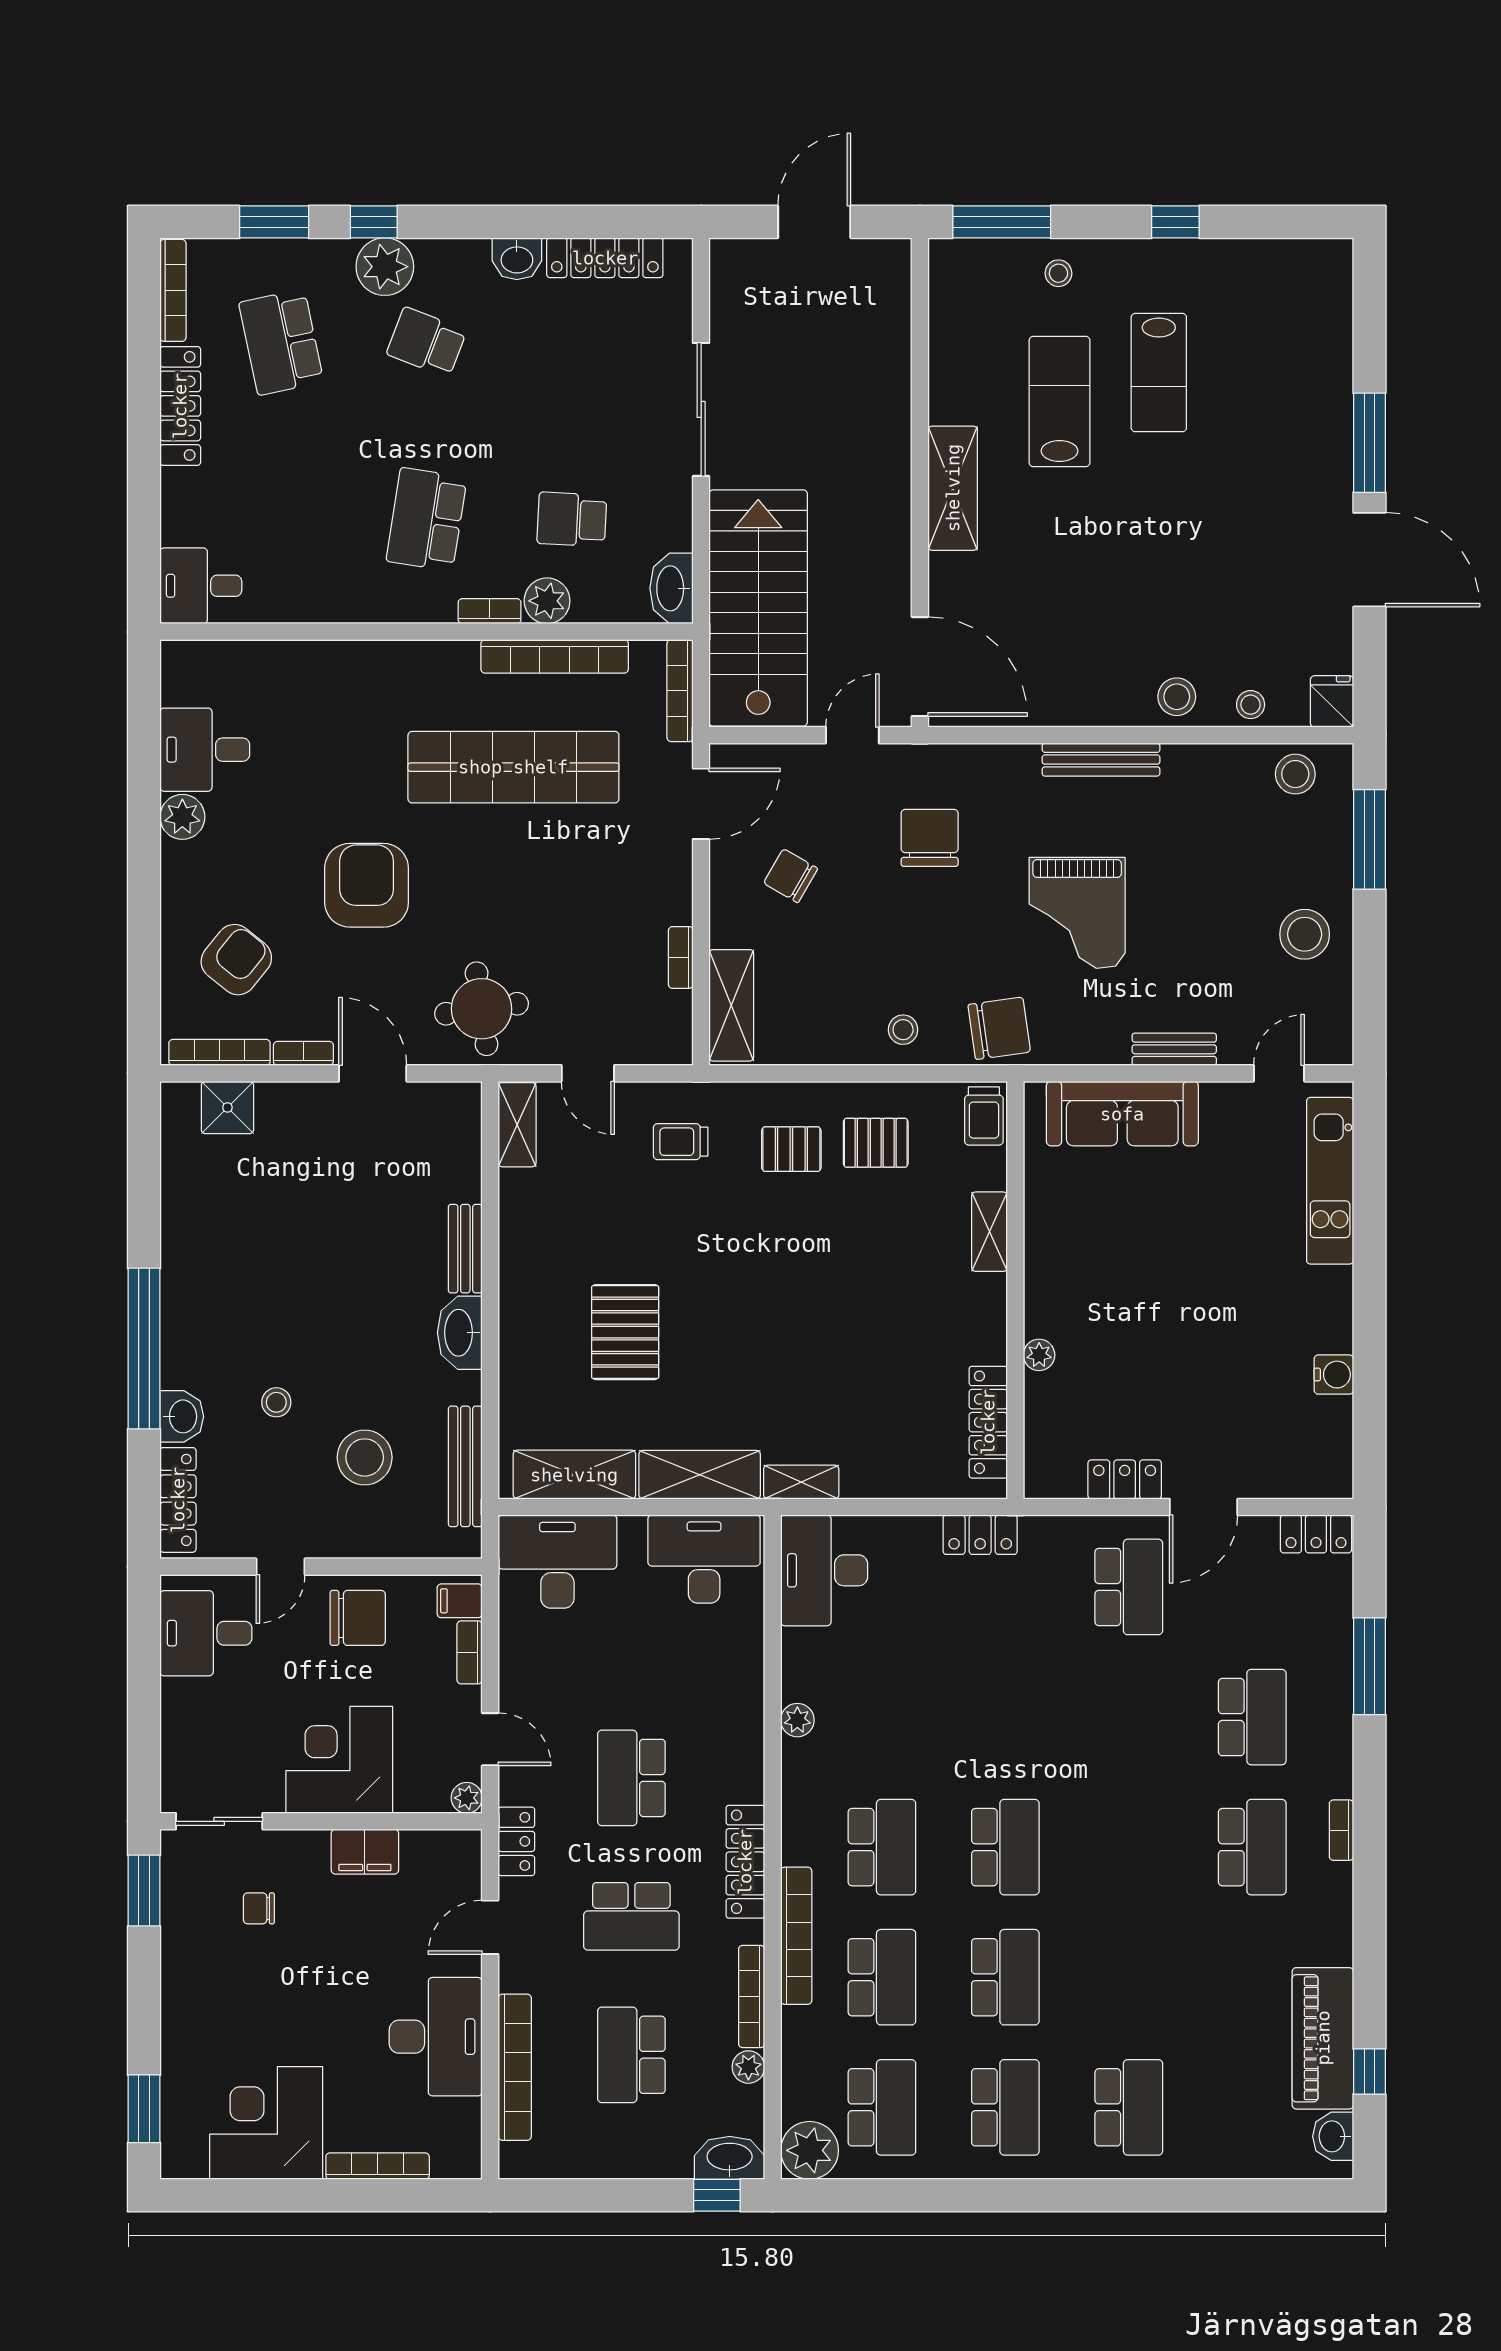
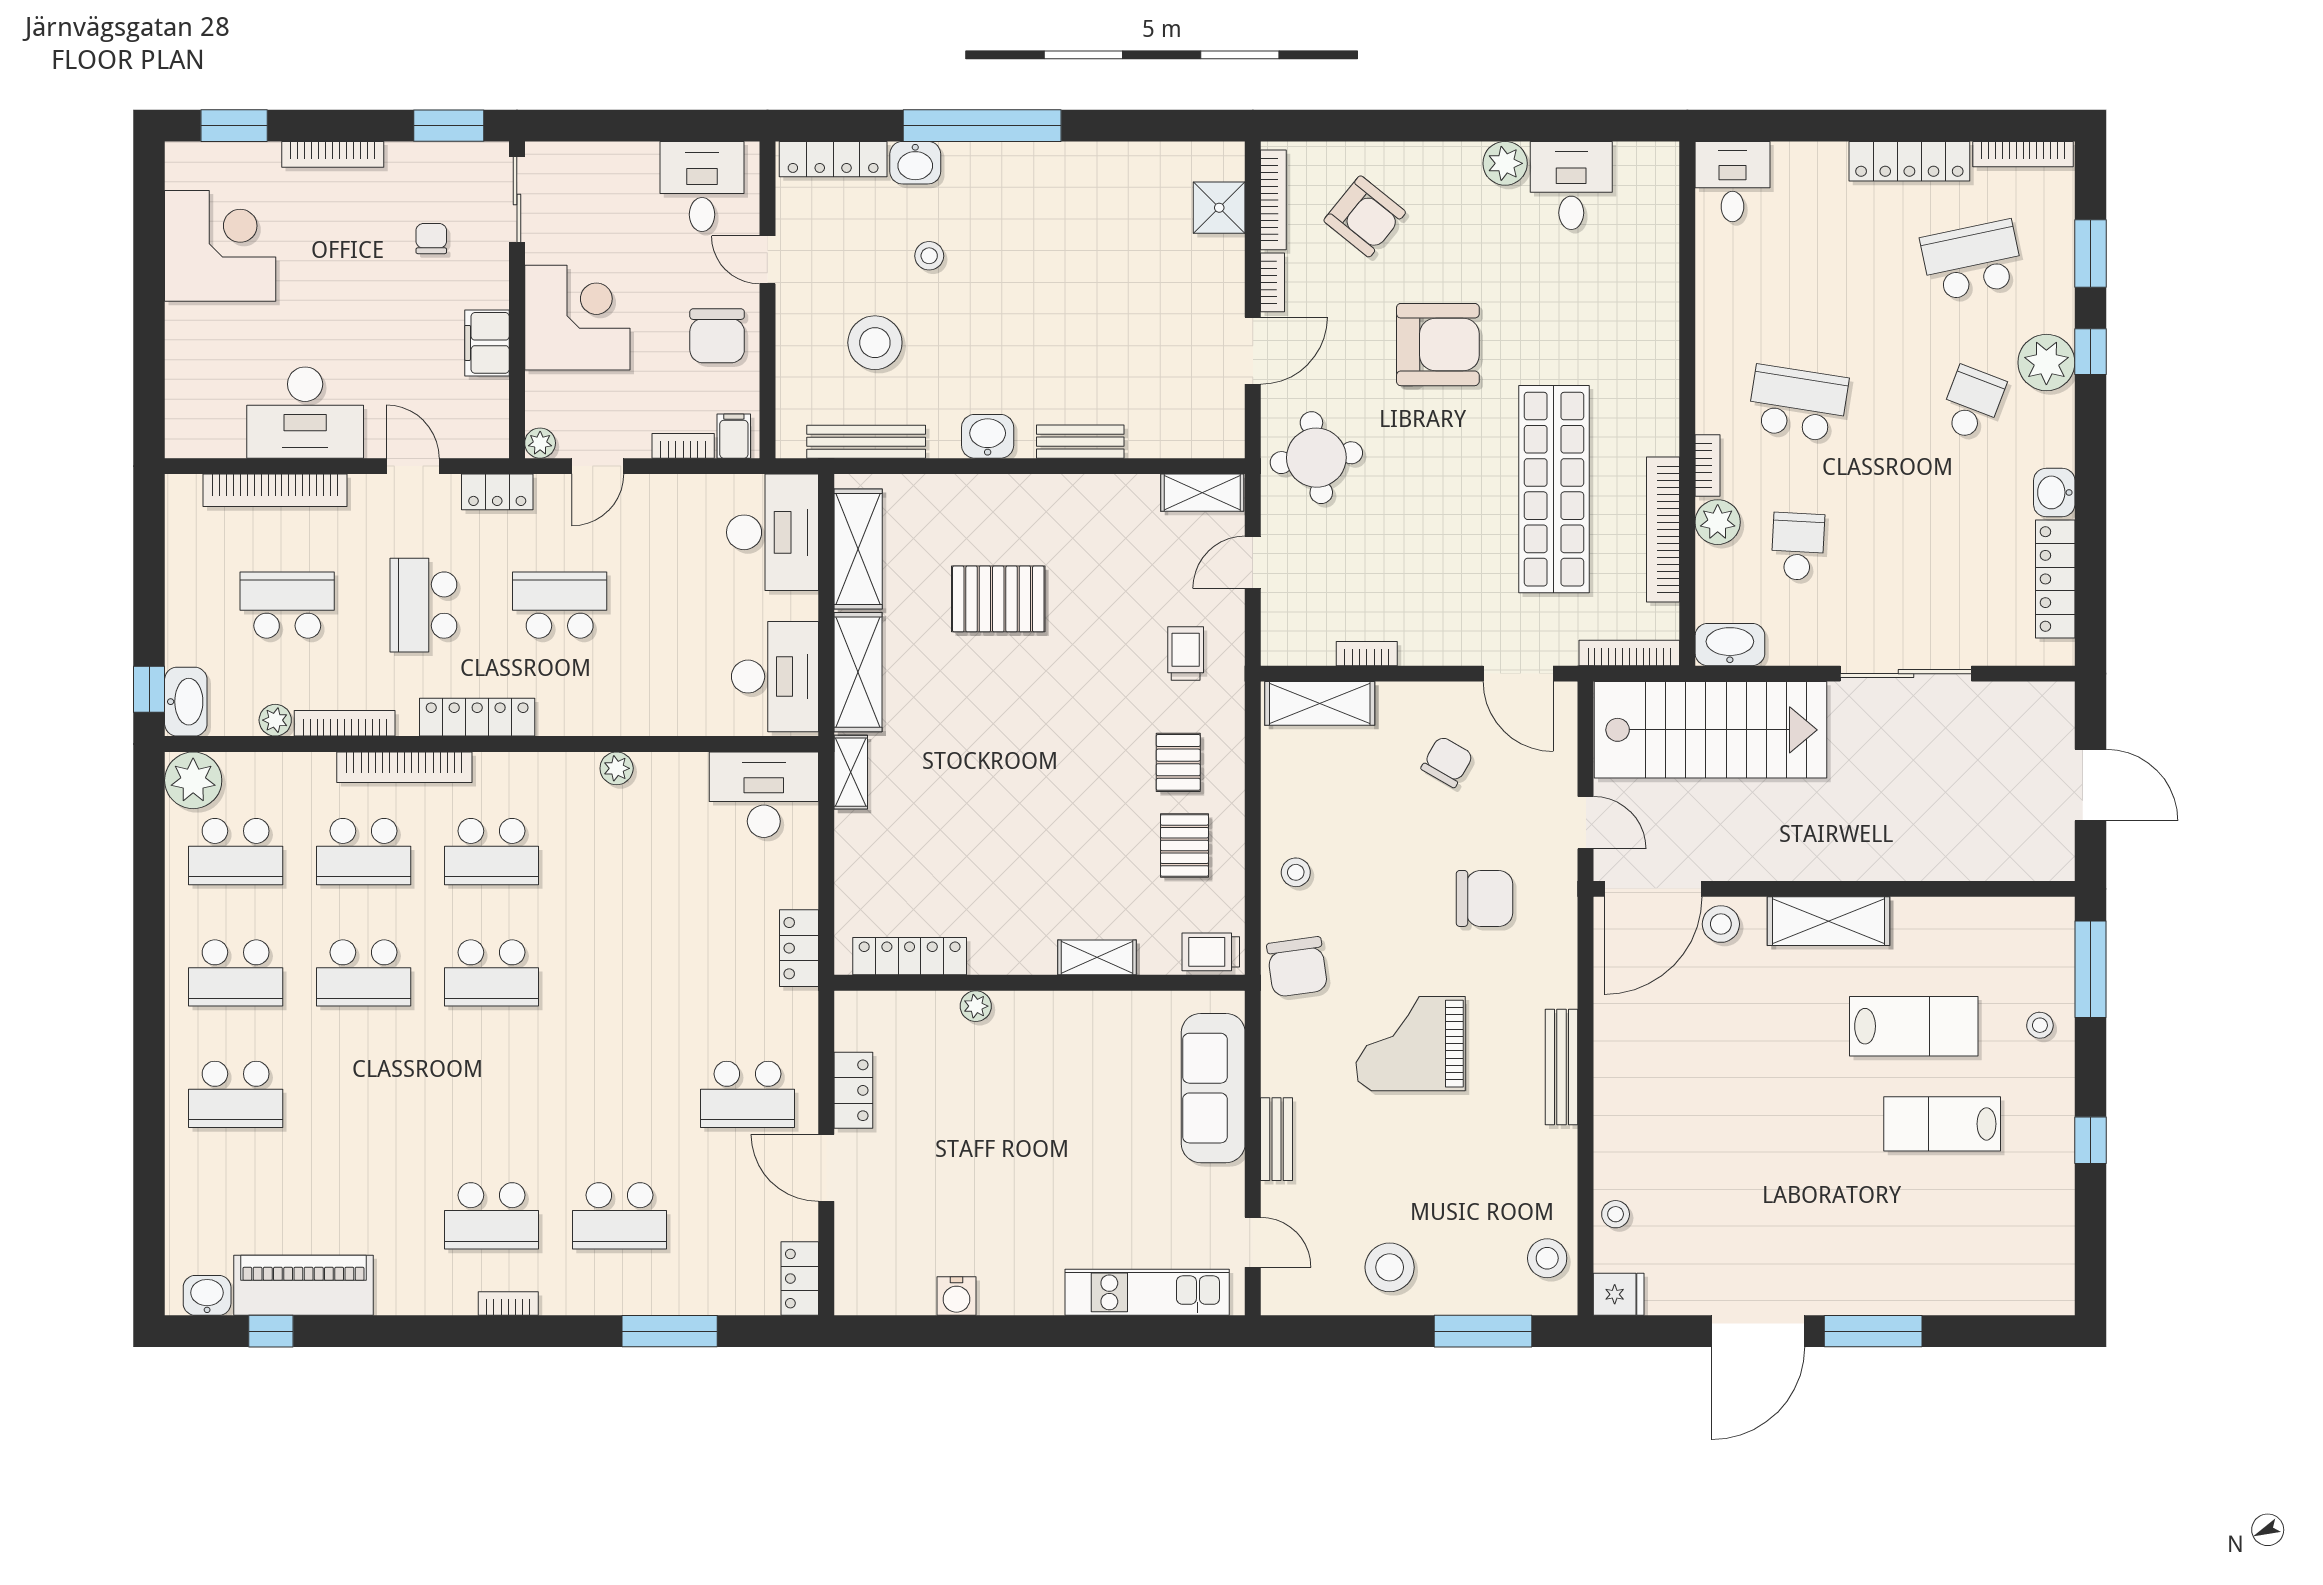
stool: (1177, 697) -> (1721, 924), moved
washbasin: (460, 1333) -> (988, 436), width x0.72
bookcase: (378, 2166) -> (333, 154), moved, turned 90

